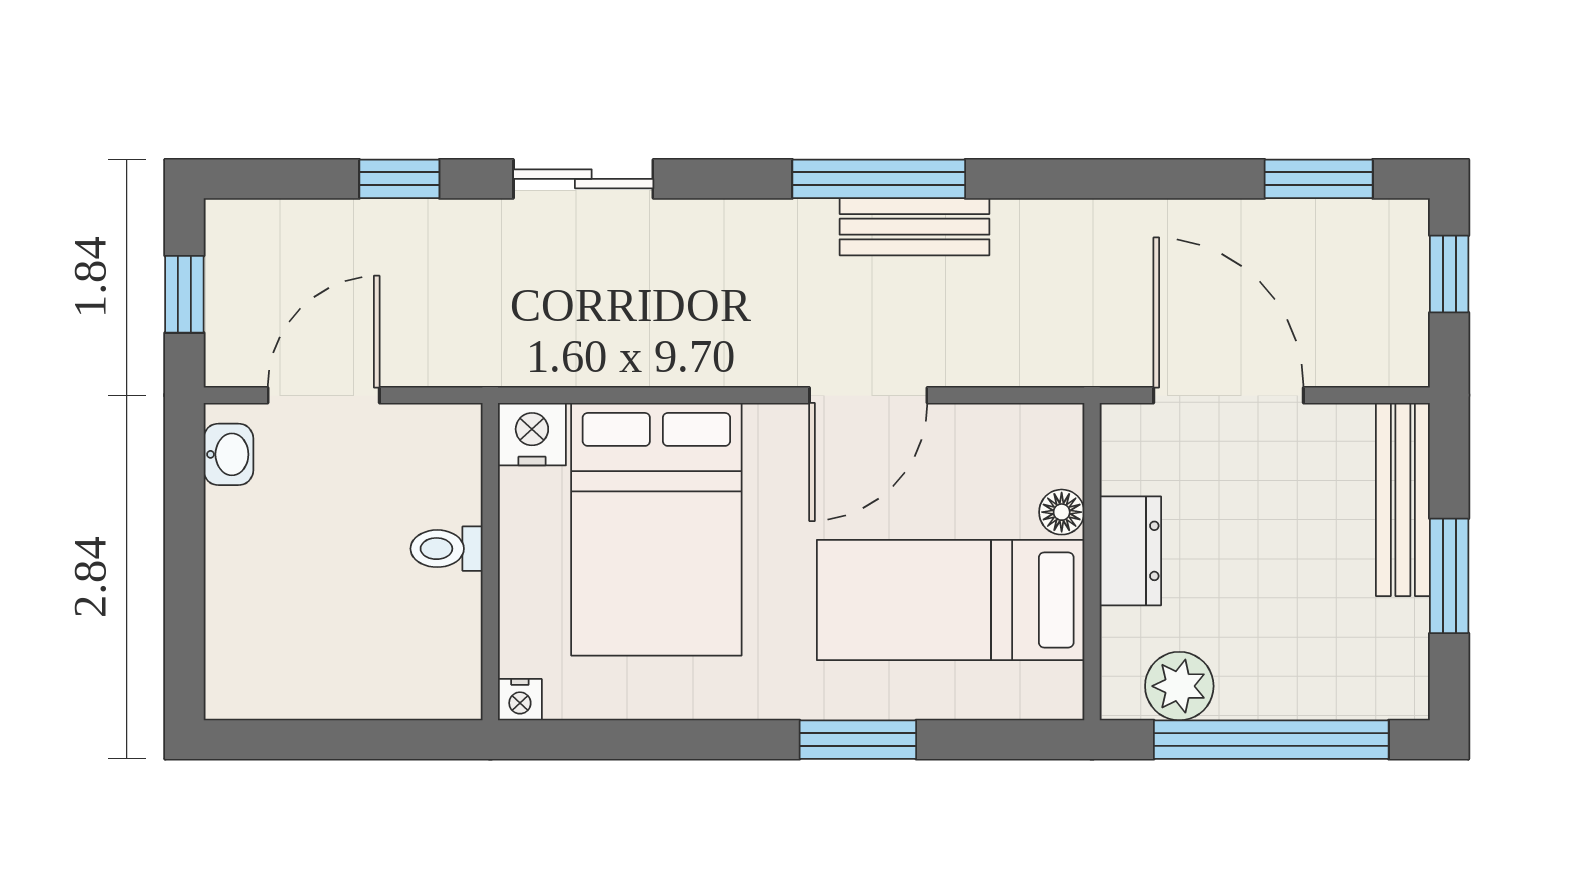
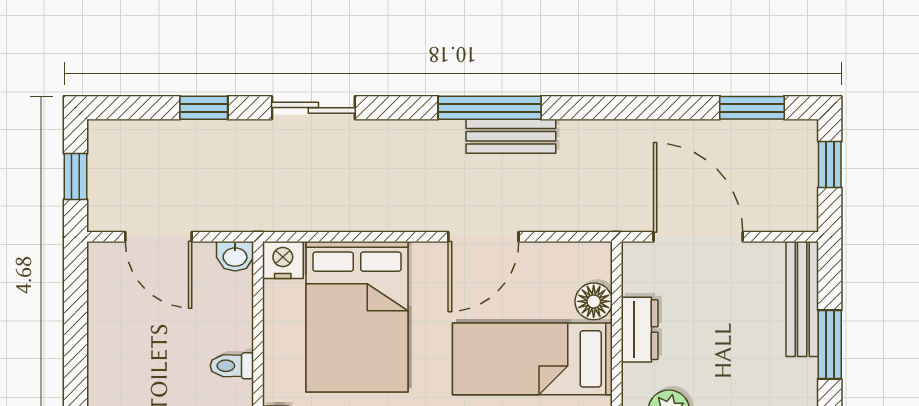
door: (324, 395) -> (159, 237), swing flipped
washbasin: (228, 454) -> (235, 256), moved, turned 90
floor lamp: (1062, 512) -> (594, 301), width x1.37, depth x1.37
toilet: (447, 549) -> (232, 366), moved

